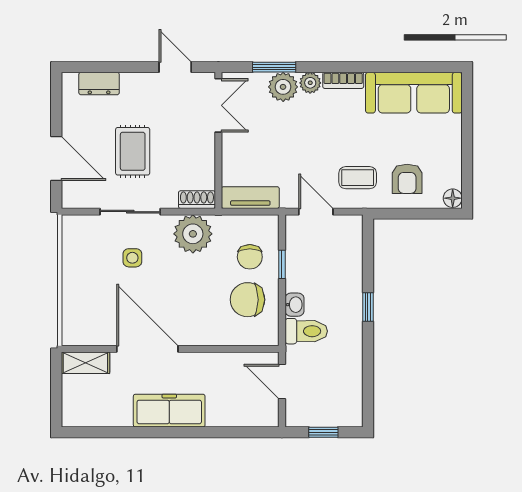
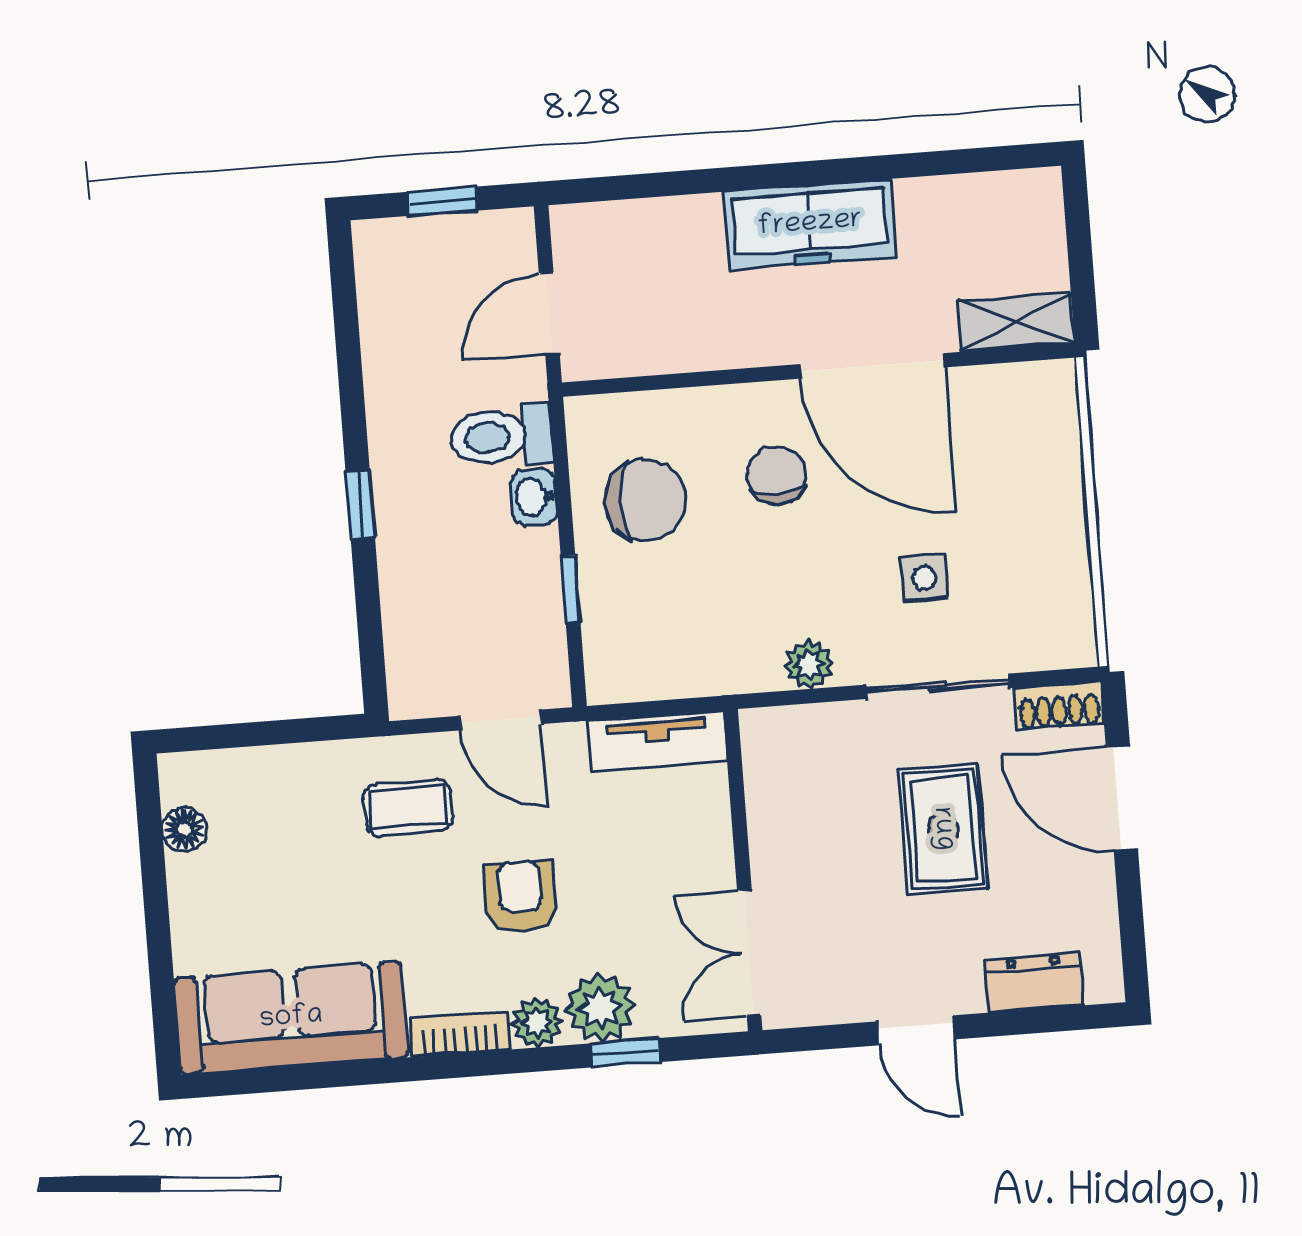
door: (175, 67) -> (916, 1030), moved
window: (274, 67) -> (625, 1053), width x0.67
armchair: (407, 179) -> (520, 896), moved
floor lamp: (453, 198) -> (184, 829), moved
shoe rack: (197, 200) -> (1059, 705), moved
plant: (193, 234) -> (809, 665), width x0.53, depth x0.53
chair: (250, 257) -> (776, 476), moved
door: (282, 381) -> (549, 313), swing flipped

